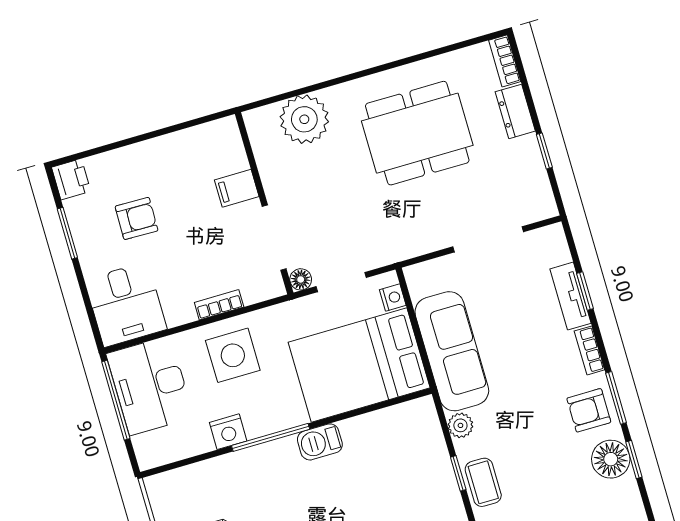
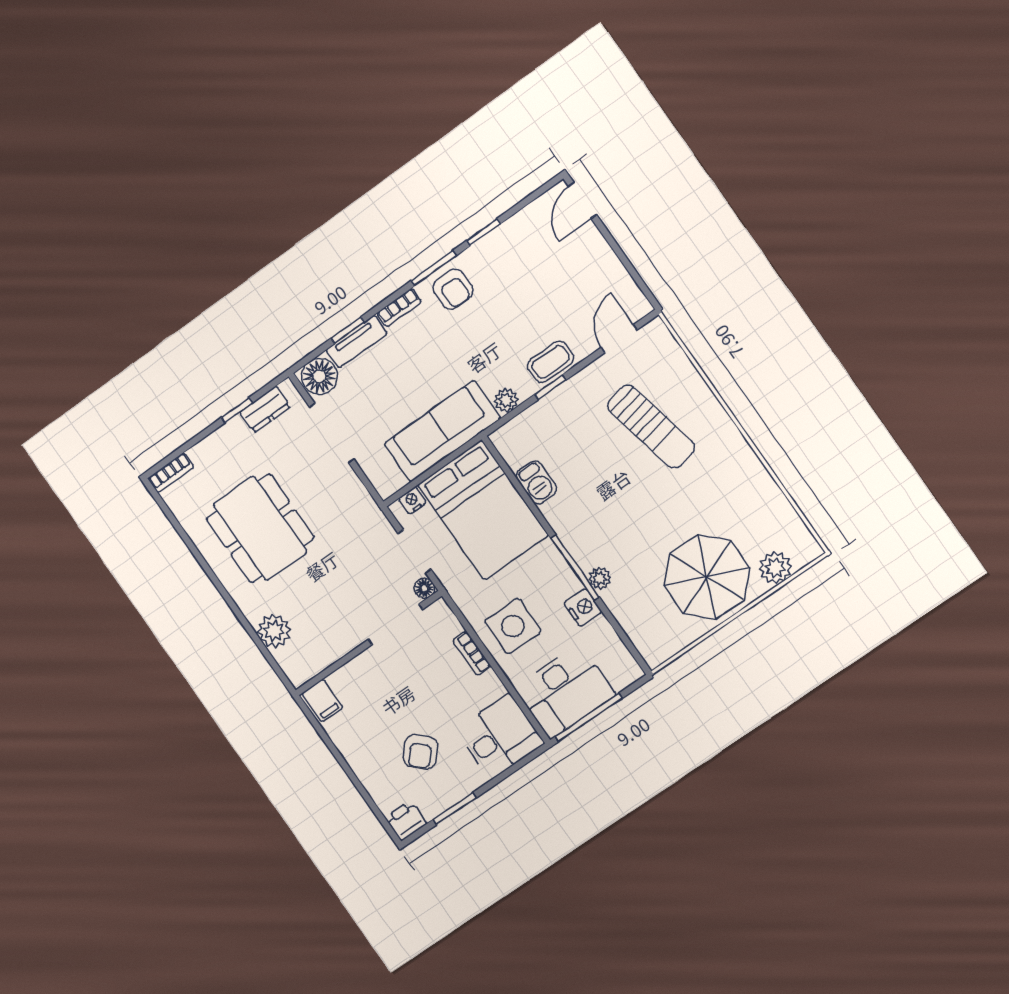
dresser: (515, 111) -> (265, 409), moved
plant: (304, 119) -> (274, 631), width x0.73, depth x0.73
filing cabinet: (237, 188) -> (322, 701), moved
armchair: (137, 218) -> (420, 752), turned -138
barbecue: (320, 442) -> (536, 482), moved
plant: (252, 458) -> (600, 578), added
floor lamp: (611, 459) -> (319, 376), moved

